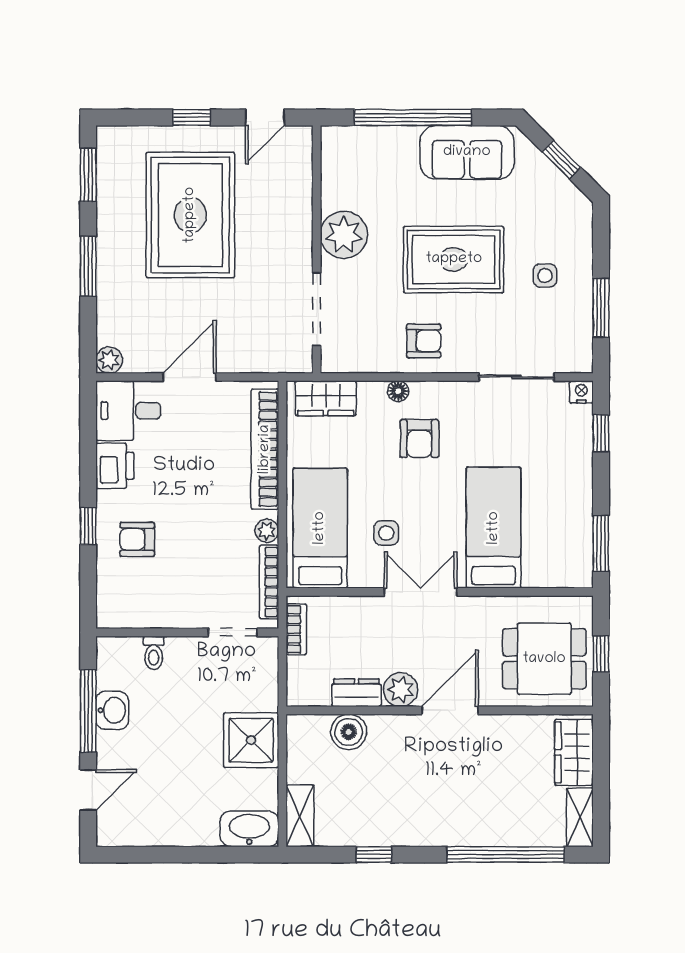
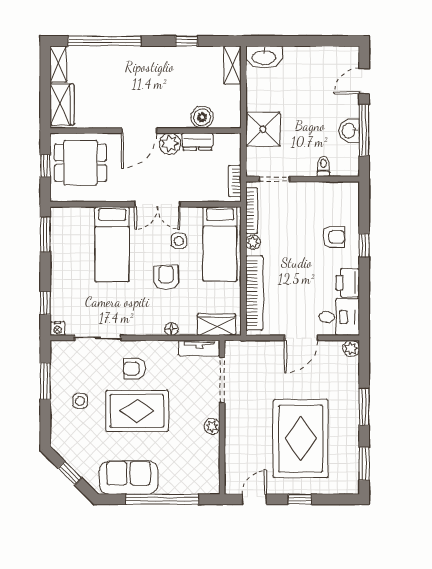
plant: (344, 235) -> (212, 426), width x0.53, depth x0.53
armchair: (424, 341) -> (134, 369), moved
tv unit: (353, 361) -> (199, 348), added
armchair: (419, 439) -> (166, 278), moved
shower: (251, 740) -> (263, 129), moved

